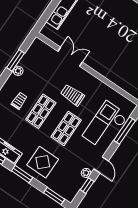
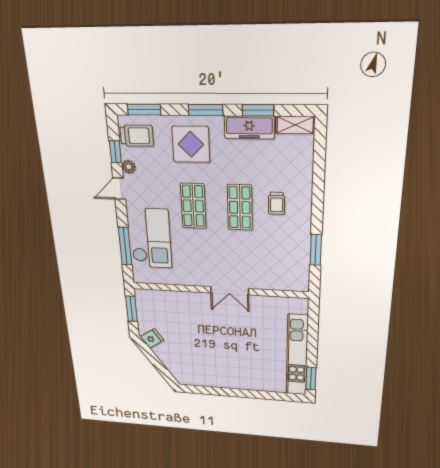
double door: (70, 57) -> (230, 291), moved
plant: (18, 71) -> (304, 239), removed
trolley: (72, 95) -> (137, 136), moved
door: (101, 165) -> (119, 189), hinge flipped

